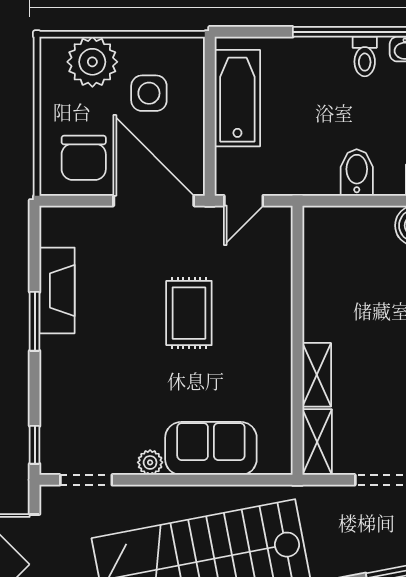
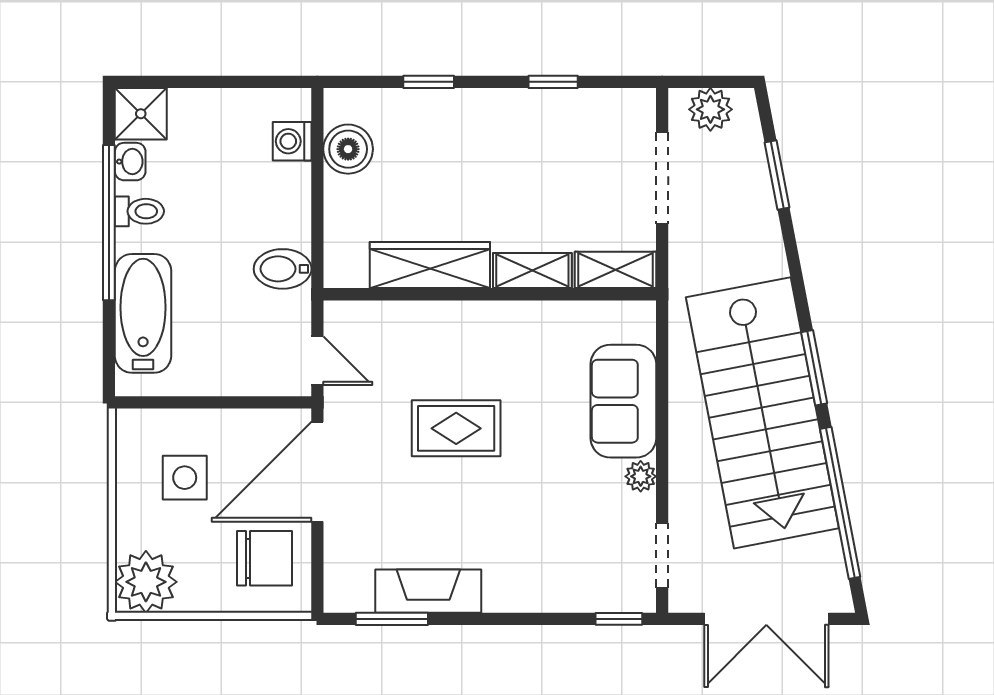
plant: (92, 62) -> (146, 582), moved
bathtub: (237, 98) -> (143, 313), moved, turned 90
bidet: (357, 172) -> (283, 269), moved
wardrobe: (321, 292) -> (430, 265), added
window: (35, 321) -> (392, 619), moved

